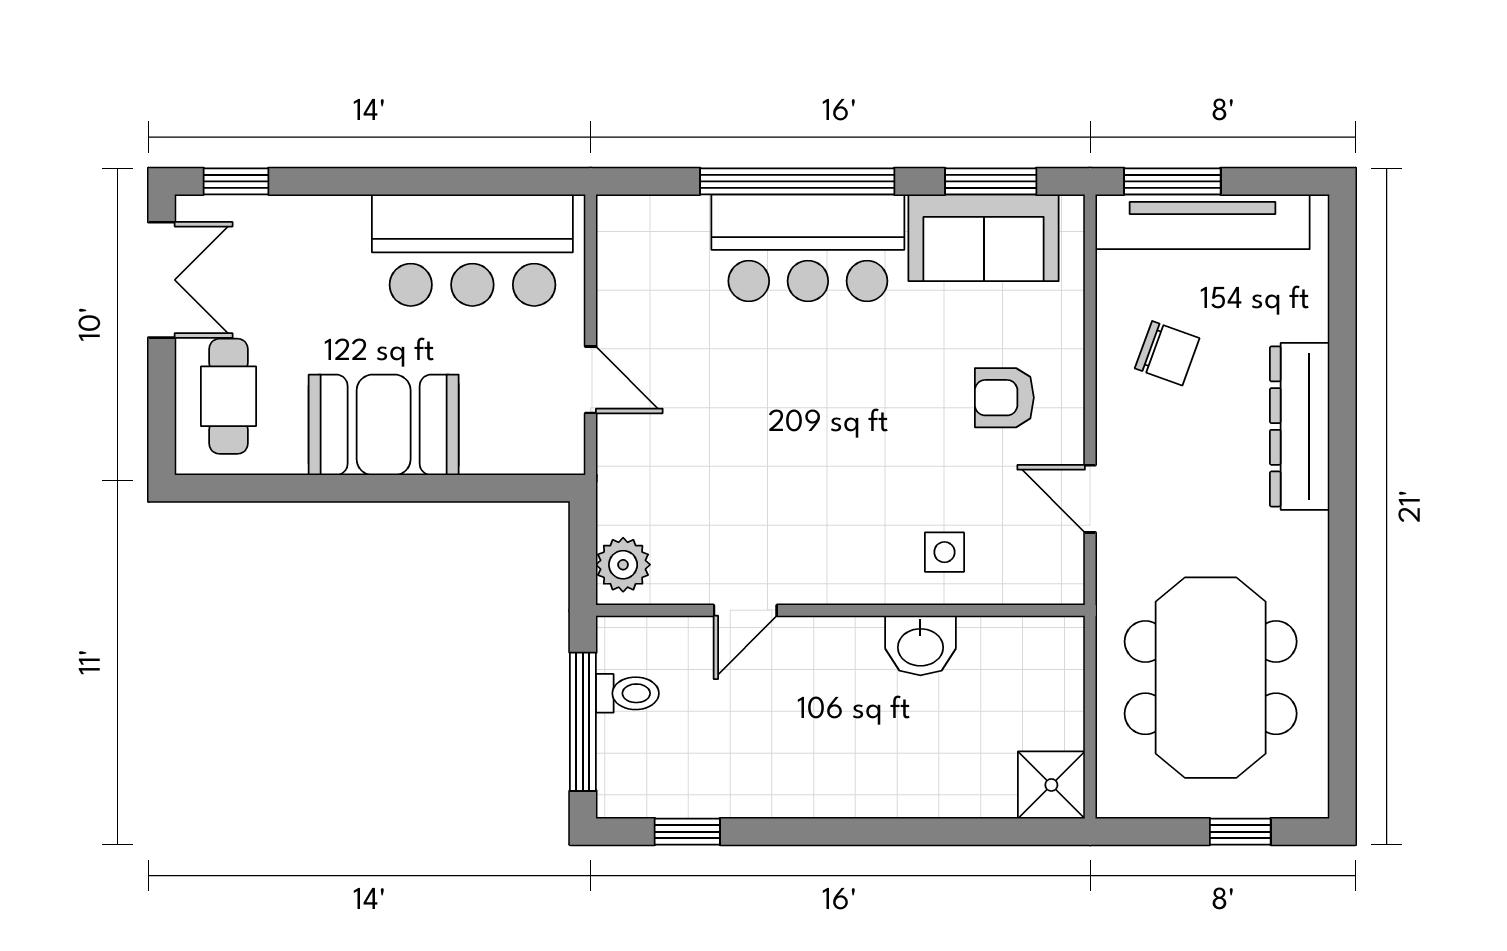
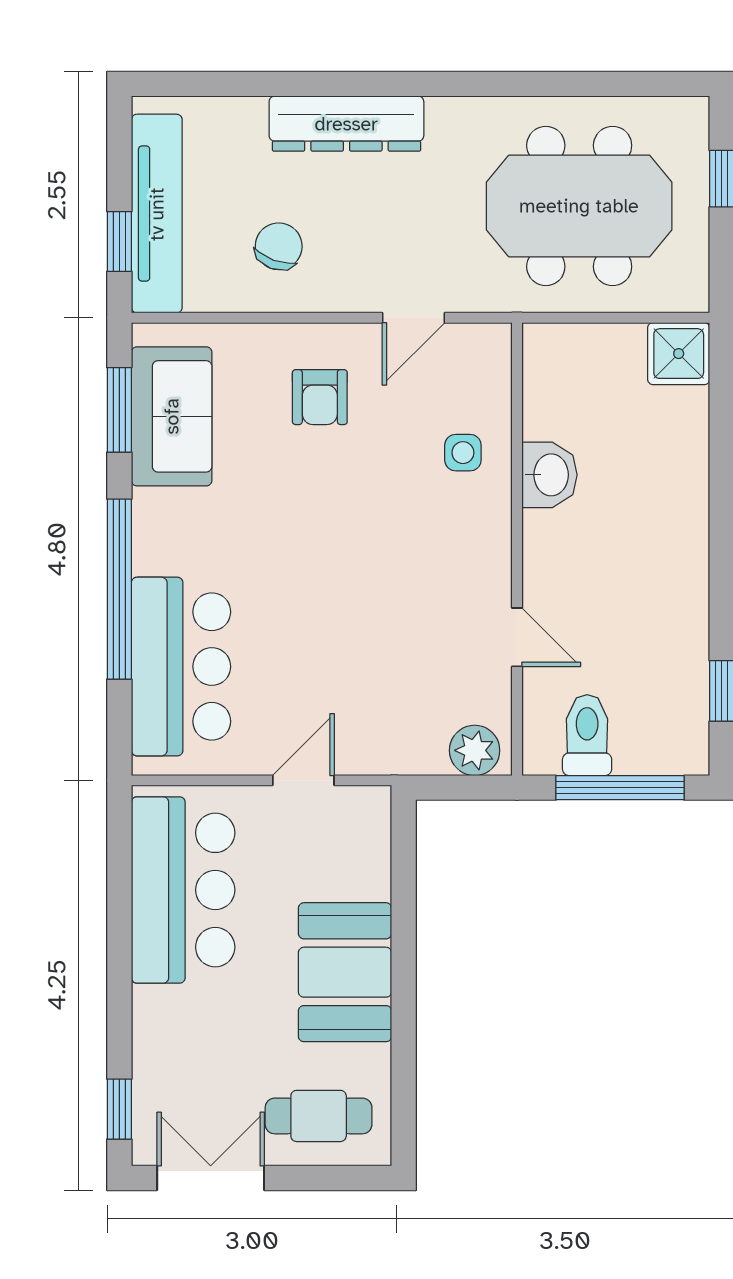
window: (1172, 181) -> (119, 241), width x0.67
bar counter: (808, 248) -> (181, 667), moved
toilet: (627, 693) -> (587, 735), width x1.37, depth x1.39

